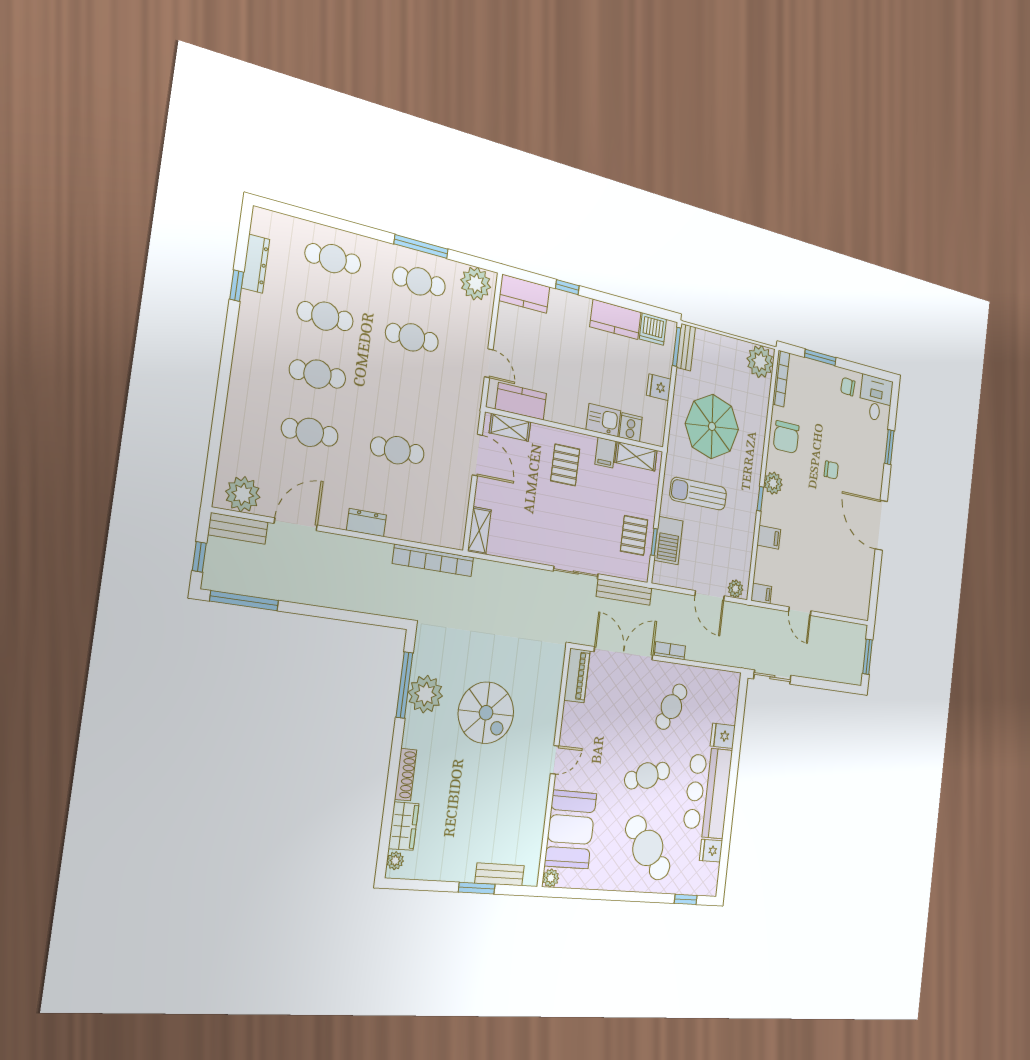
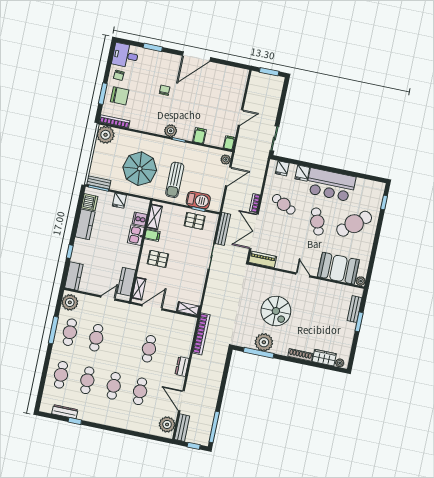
chair: (786, 437) -> (120, 96), moved
spiral stairs: (486, 713) -> (276, 311), turned 90
fridge: (711, 851) -> (282, 168), moved

